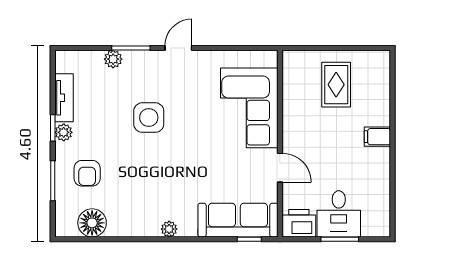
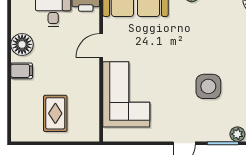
door: (280, 168) -> (101, 46), hinge flipped
floor lamp: (377, 169) -> (22, 44), added

